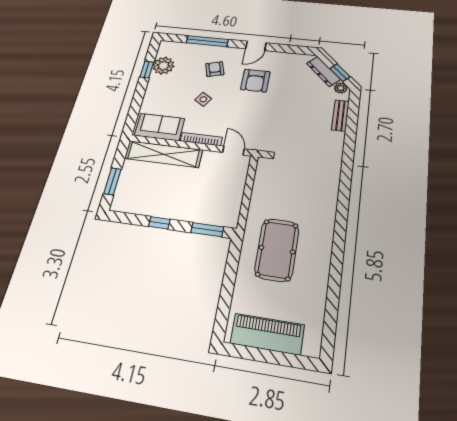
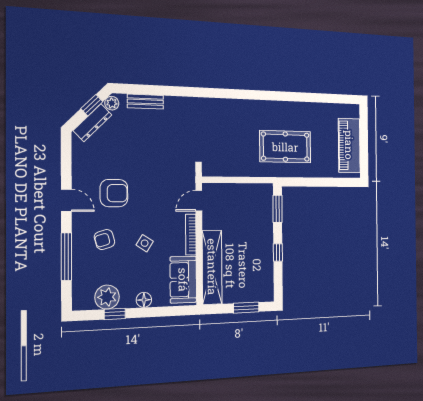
floor lamp: (151, 93) -> (144, 300), added

